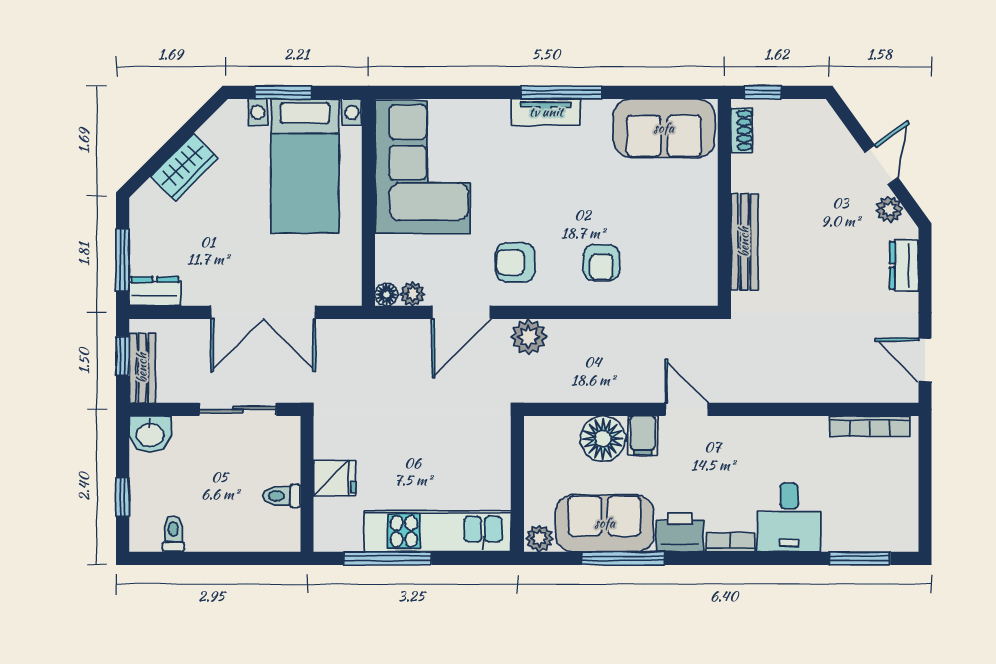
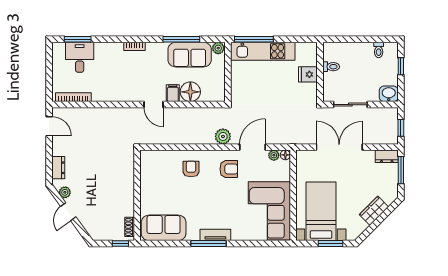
bench: (744, 242) -> (128, 178), removed
bench: (142, 368) -> (392, 123), removed
desk: (789, 517) -> (80, 57), moved
printer: (680, 532) -> (157, 51), removed
window: (388, 558) -> (254, 39), moved

